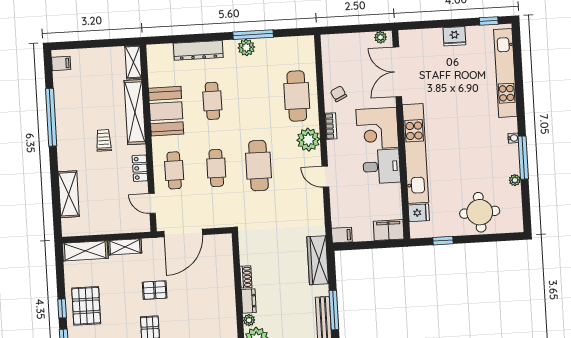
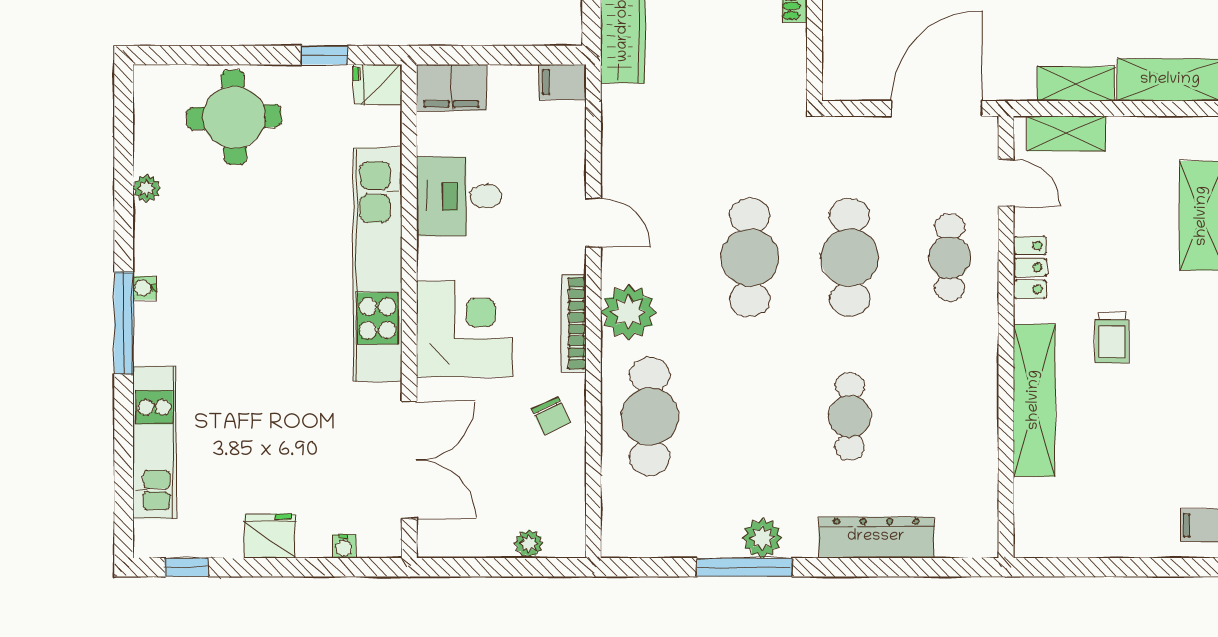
water cooler: (423, 34) -> (344, 546), added
plant: (381, 37) -> (529, 544), moved
shelving: (133, 62) -> (1066, 134), moved, turned 90
kitchen unit: (505, 73) -> (154, 443), width x0.73
booth: (166, 111) -> (960, 398), removed
bookcase: (331, 126) -> (574, 323), width x1.56
window: (523, 158) -> (124, 323), moved
desk: (382, 166) -> (459, 196), moved
cafe table: (216, 168) -> (850, 258), width x1.37, depth x1.35
fridge: (419, 213) -> (378, 84), moved

